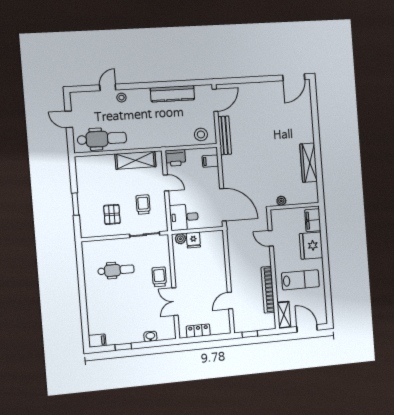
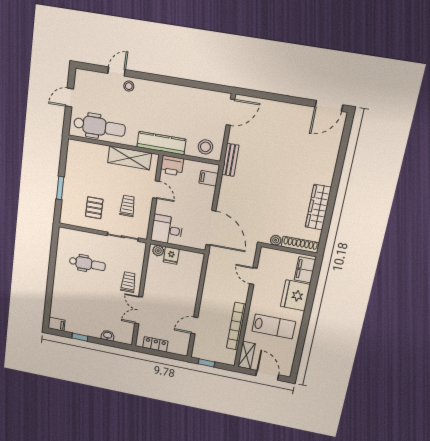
kitchen counter: (172, 94) -> (161, 143), moved, turned 180
door: (69, 119) -> (70, 98), hinge flipped
bench: (225, 135) -> (230, 160), width x0.73
shoe rack: (303, 199) -> (300, 245), added

